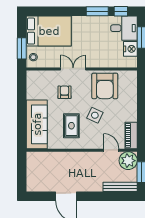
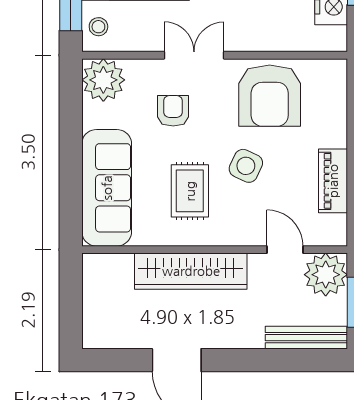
plant: (35, 79) -> (103, 80), added
piano: (131, 135) -> (333, 181), moved
wardrobe: (72, 159) -> (191, 271), added

